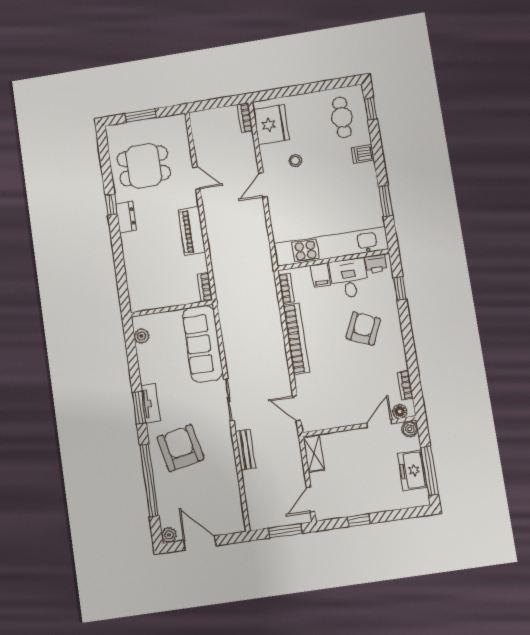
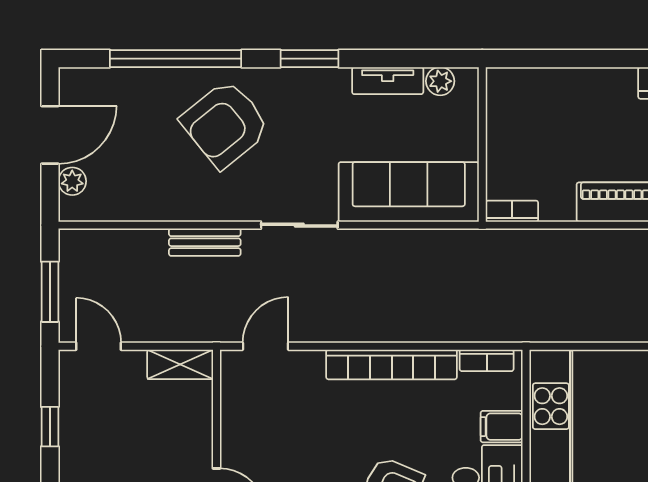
tv unit: (151, 404) -> (388, 81), moved
armchair: (180, 448) -> (225, 124), turned 153
plant: (169, 535) -> (72, 181), moved

